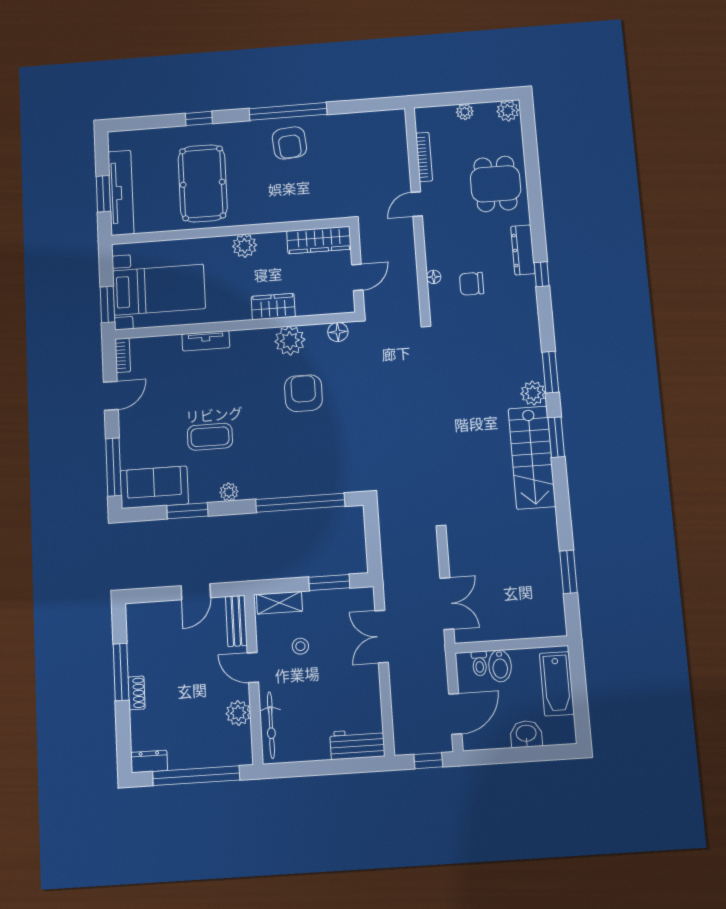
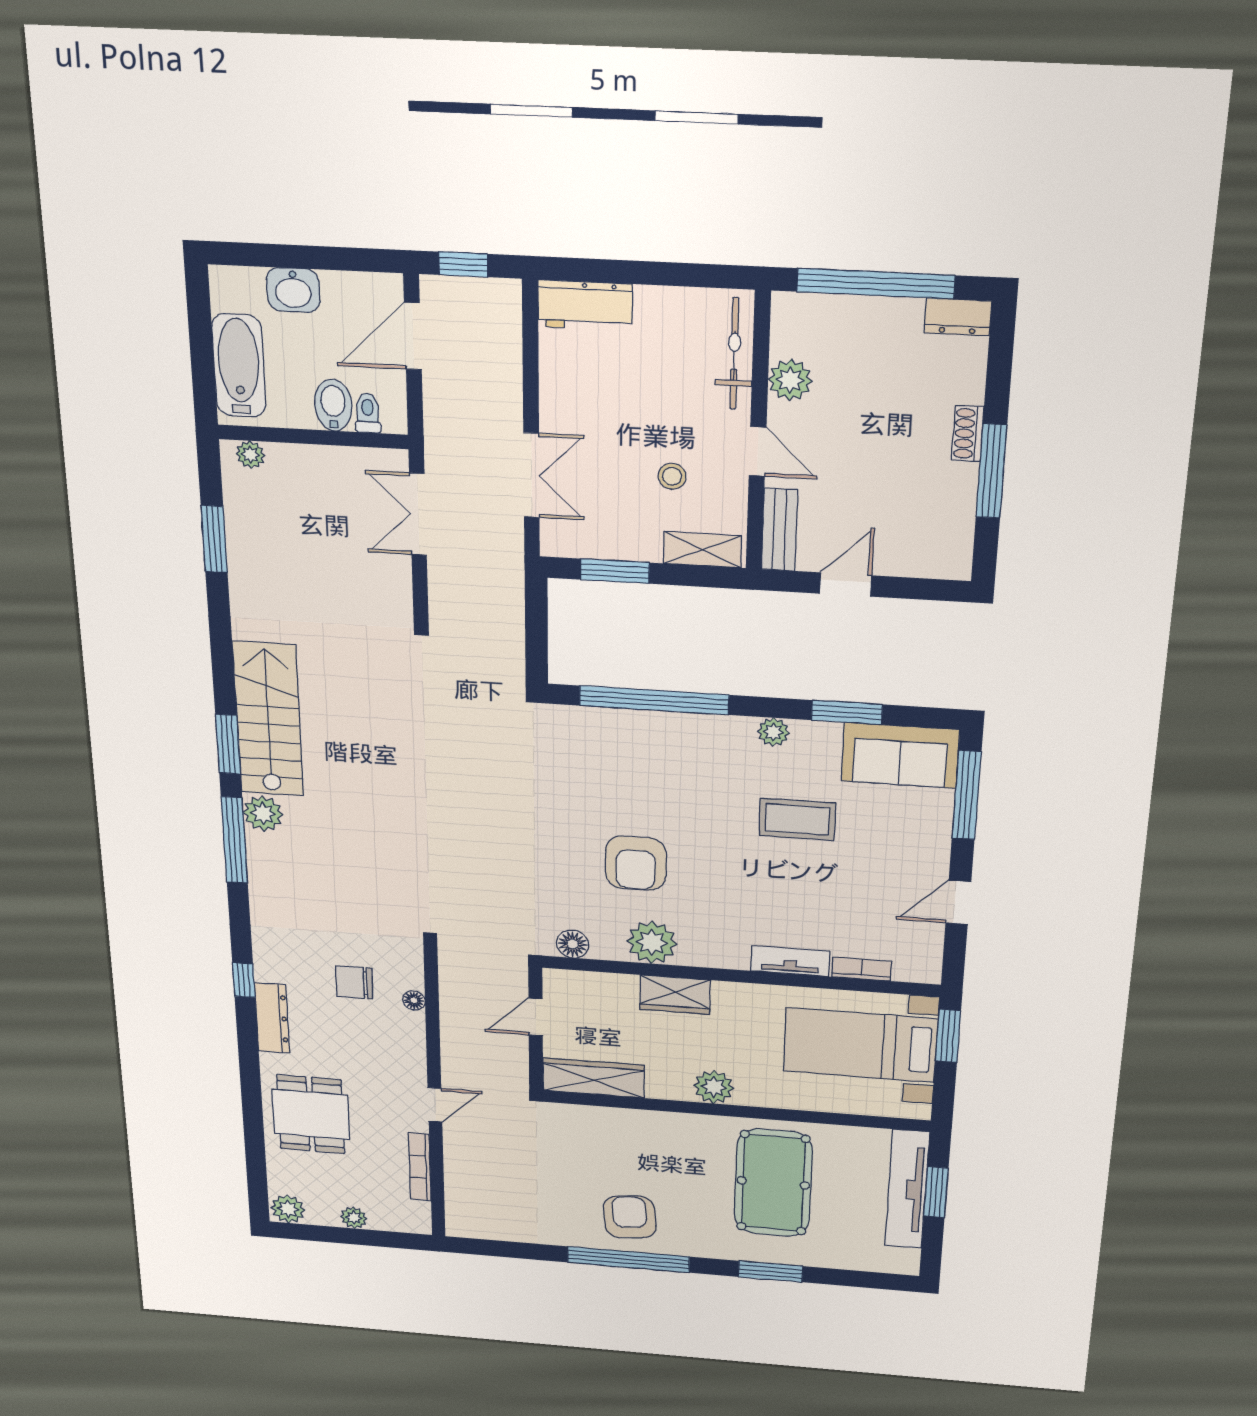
window: (199, 118) -> (770, 1272), width x1.50
chair: (472, 284) -> (354, 982), turned 180
bookcase: (123, 355) -> (862, 969), moved, turned 90
window: (550, 372) -> (234, 840), width x1.44
plant: (548, 629) -> (250, 455), added

